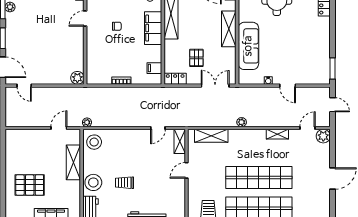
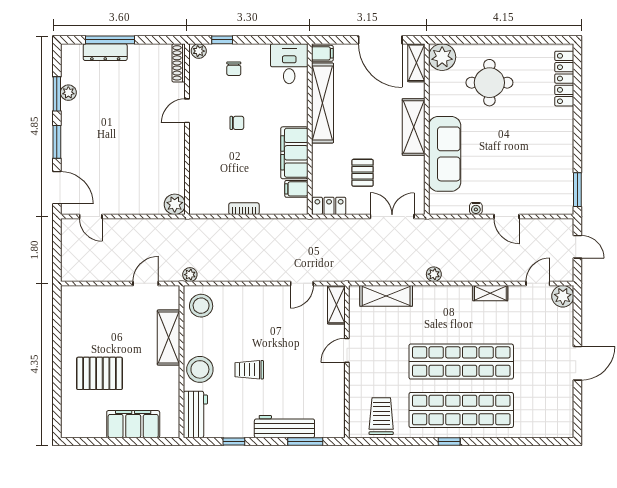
filing cabinet: (153, 28) -> (294, 153), moved

